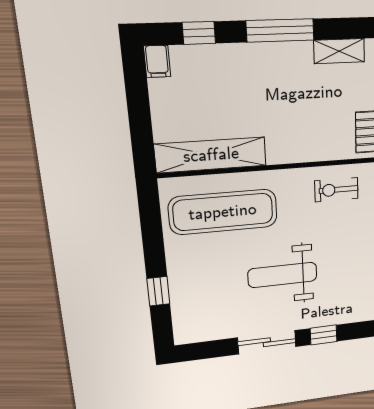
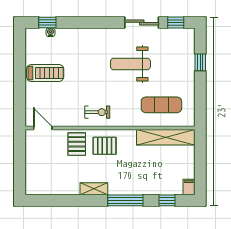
pallet: (322, 132) -> (105, 146), added
exercise mat: (223, 212) -> (161, 105), width x0.73, depth x0.69
weight bench: (283, 275) -> (130, 64), turned 180
window: (324, 335) -> (176, 22), moved

